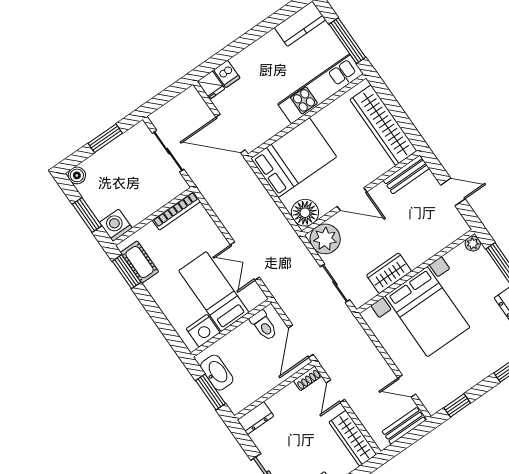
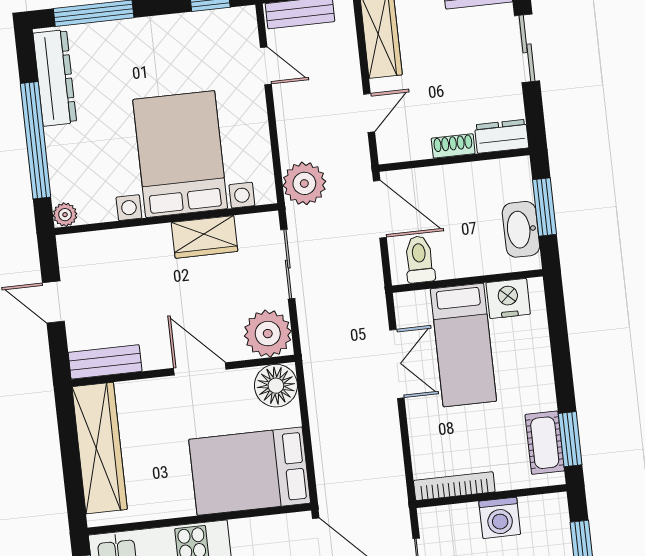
washing machine: (116, 225) -> (500, 518), moved
plant: (350, 333) -> (304, 183), added
door: (301, 341) -> (380, 209), hinge flipped
shoe rack: (308, 378) -> (453, 146), moved

